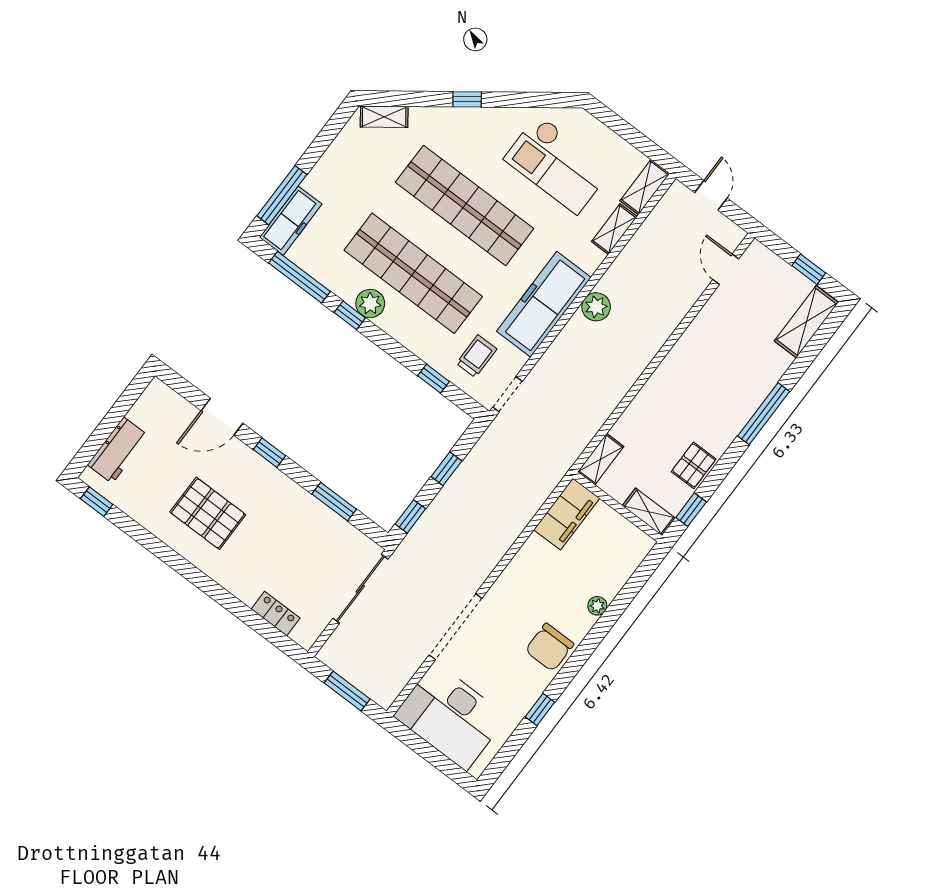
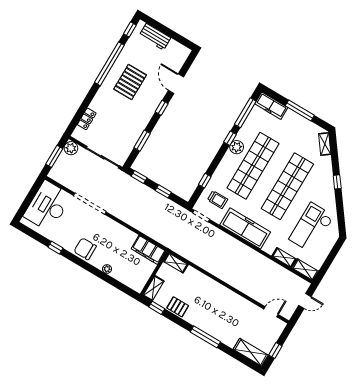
window: (282, 195) -> (300, 110), moved
plant: (596, 307) -> (71, 148), moved
window: (164, 553) -> (109, 64), added

